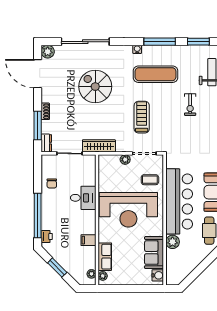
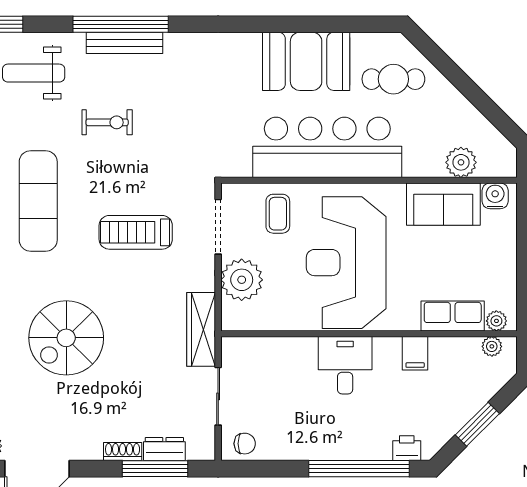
dresser: (46, 143) -> (164, 449), moved
plant: (125, 159) -> (242, 280), width x1.87, depth x1.87
chair: (52, 183) -> (245, 444), moved
desk: (83, 198) -> (345, 365), moved
reception desk: (128, 210) -> (346, 263), turned 180
plant: (173, 242) -> (461, 162), moved

